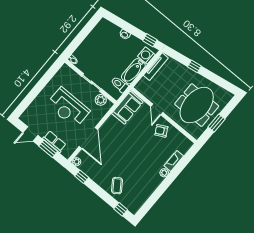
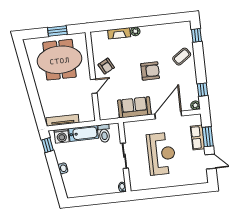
window: (194, 66) -> (32, 92), removed
plant: (101, 100) -> (130, 135), removed
sofa: (127, 108) -> (134, 107), moved
armchair: (129, 156) -> (150, 71), added

